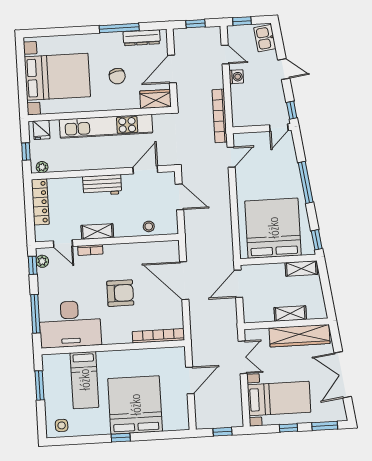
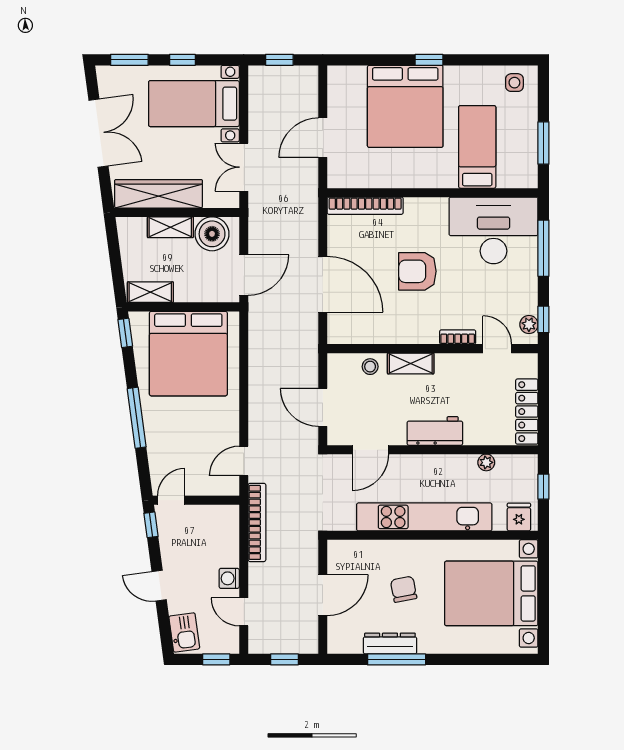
dresser: (142, 38) -> (390, 644), moved
wardrobe: (155, 99) -> (349, 553), removed
plant: (42, 167) -> (486, 462), moved
shelving: (97, 232) -> (411, 363), moved
boiler: (262, 311) -> (212, 234), added

